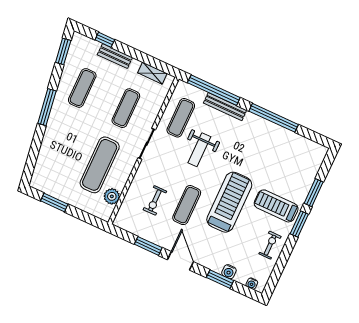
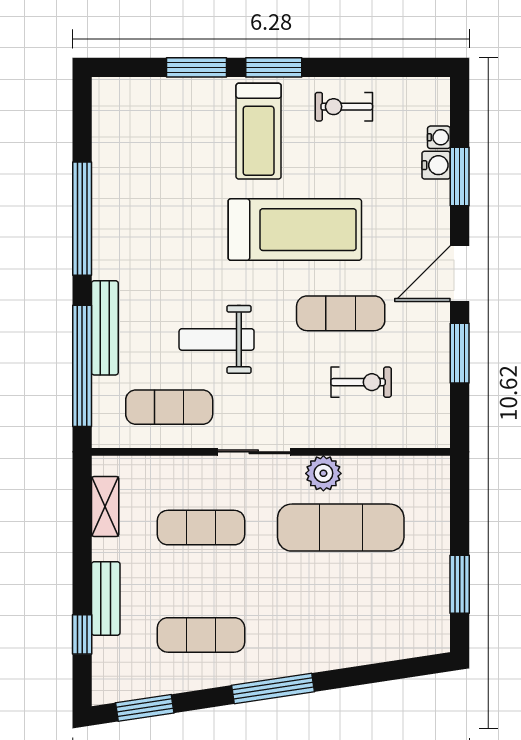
weight bench: (199, 150) -> (217, 339), turned 180
plant: (112, 196) -> (323, 473), moved
treadmill: (229, 202) -> (295, 230), turned 180
water cooler: (252, 284) -> (439, 137), moved

